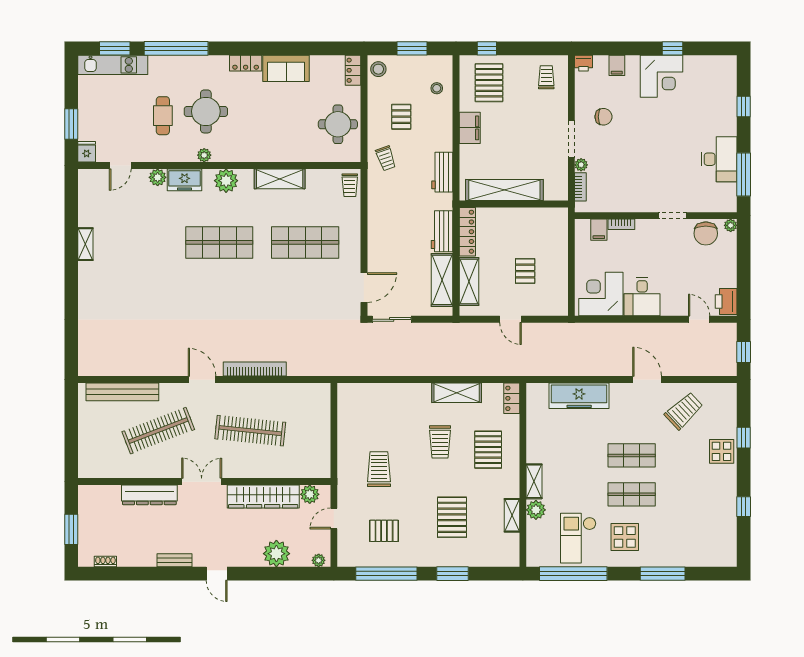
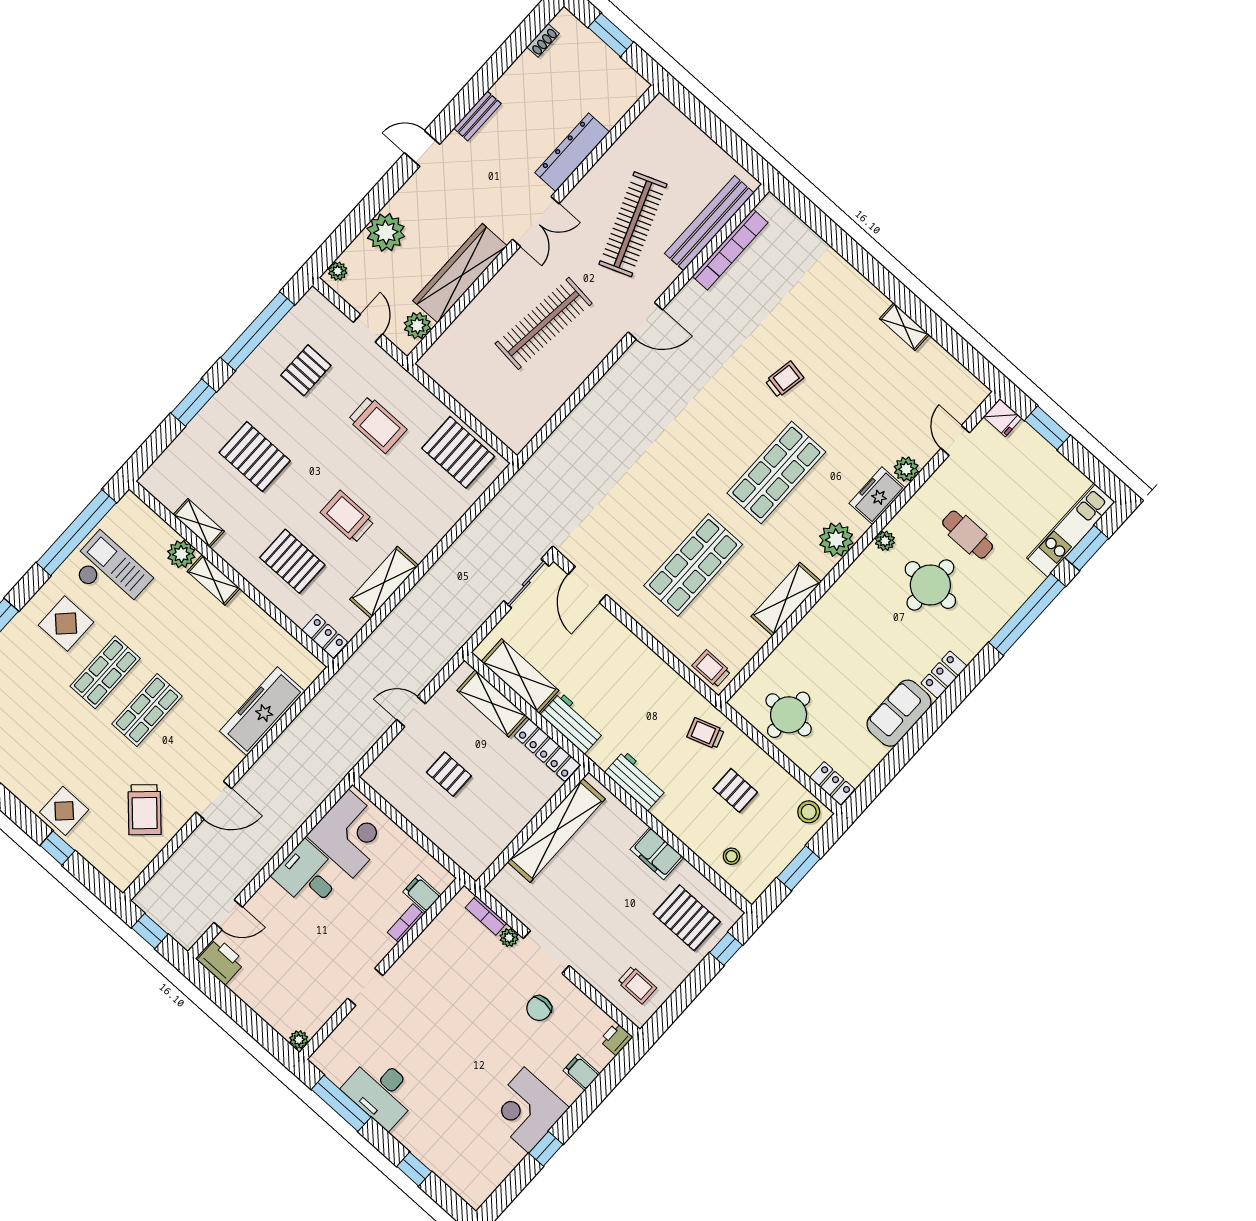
chair: (706, 233) -> (314, 1005), removed
trolley: (168, 281) -> (784, 379), added
bookcase: (255, 369) -> (730, 249), moved
pallet: (356, 415) -> (458, 452), added

